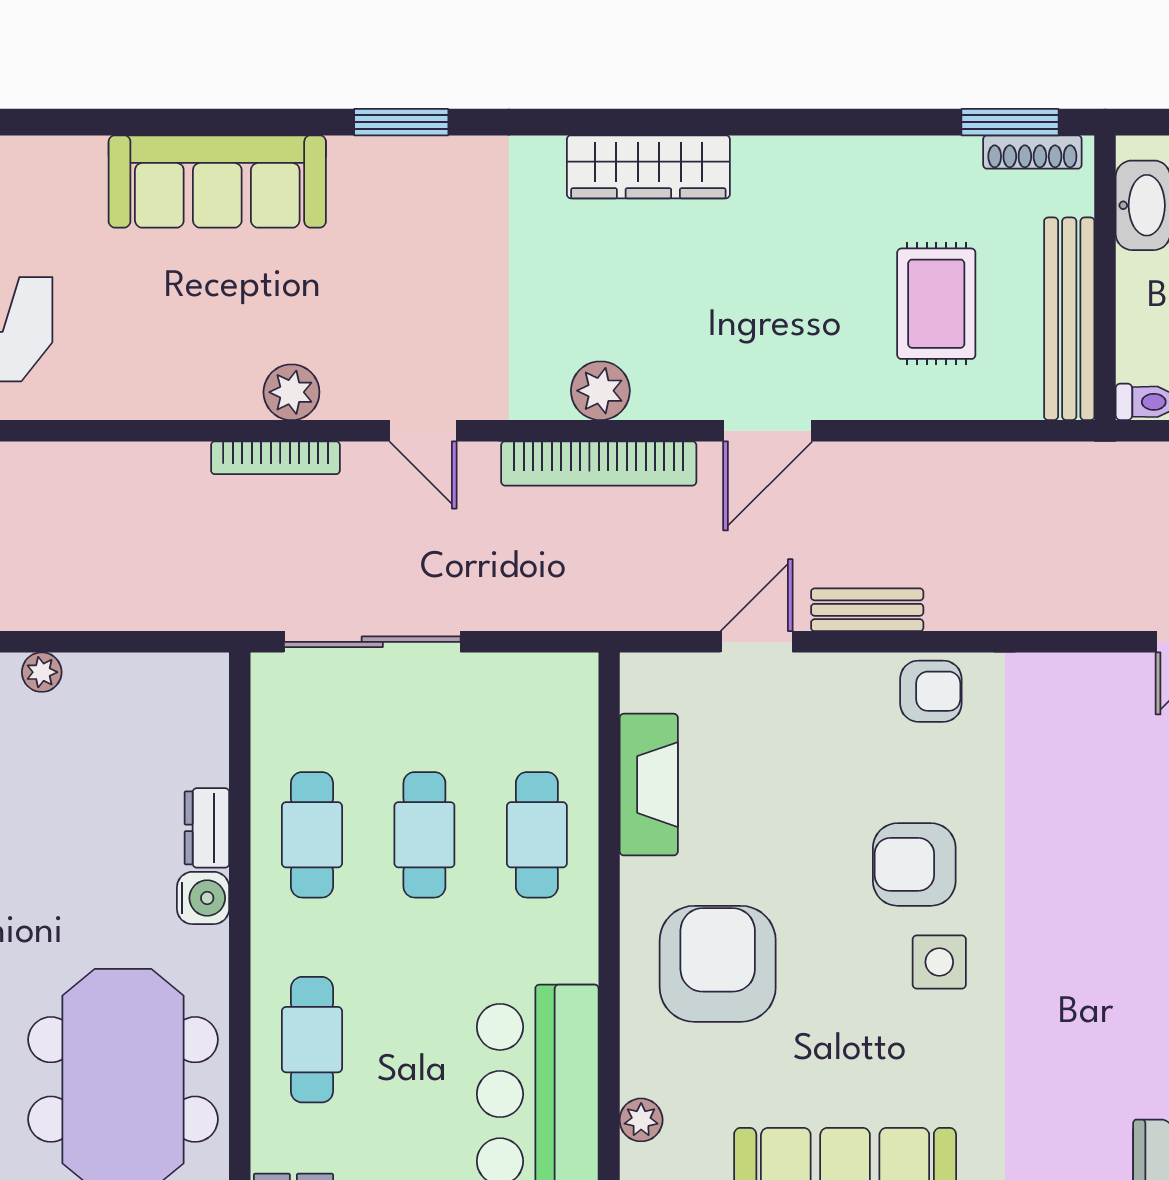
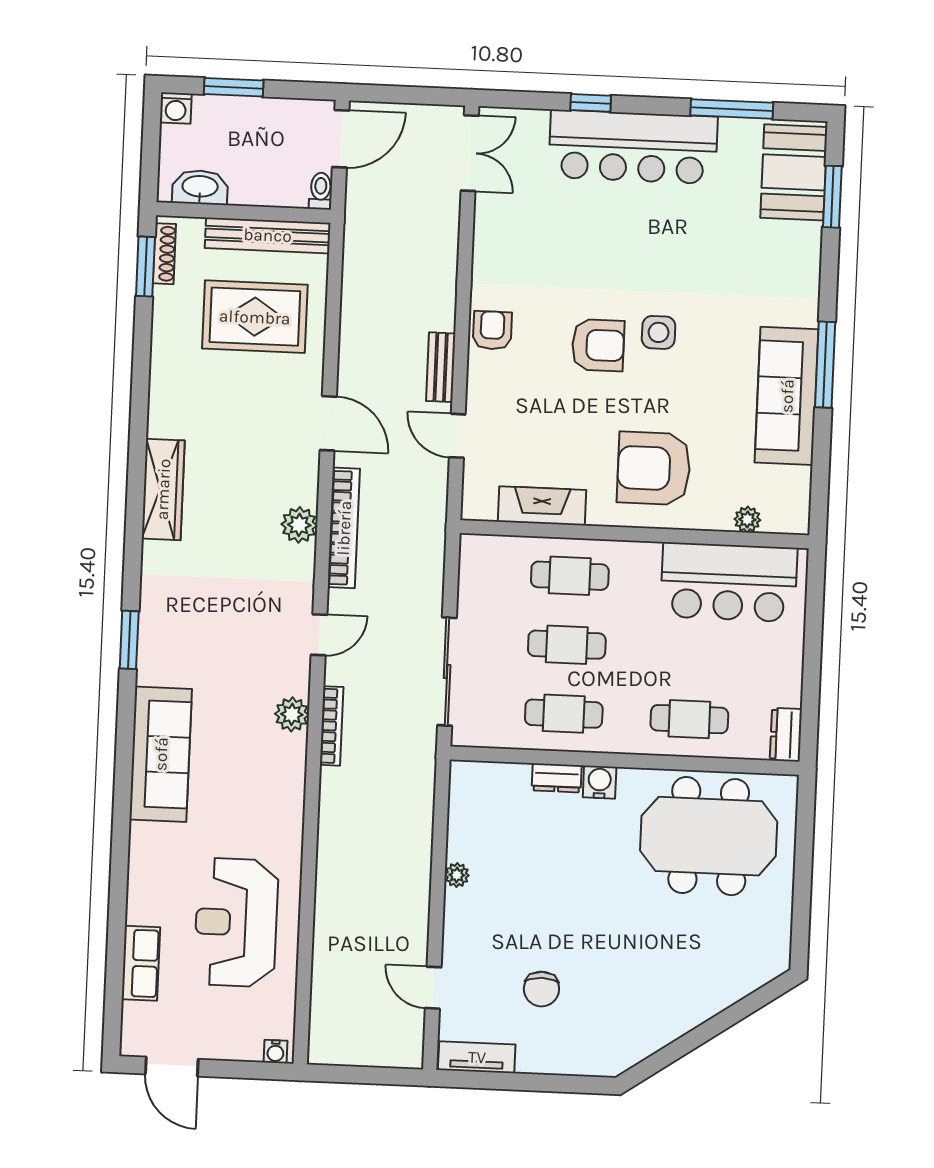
rug: (936, 304) -> (255, 317), width x1.36, depth x1.43
armchair: (914, 864) -> (598, 345), turned -90

